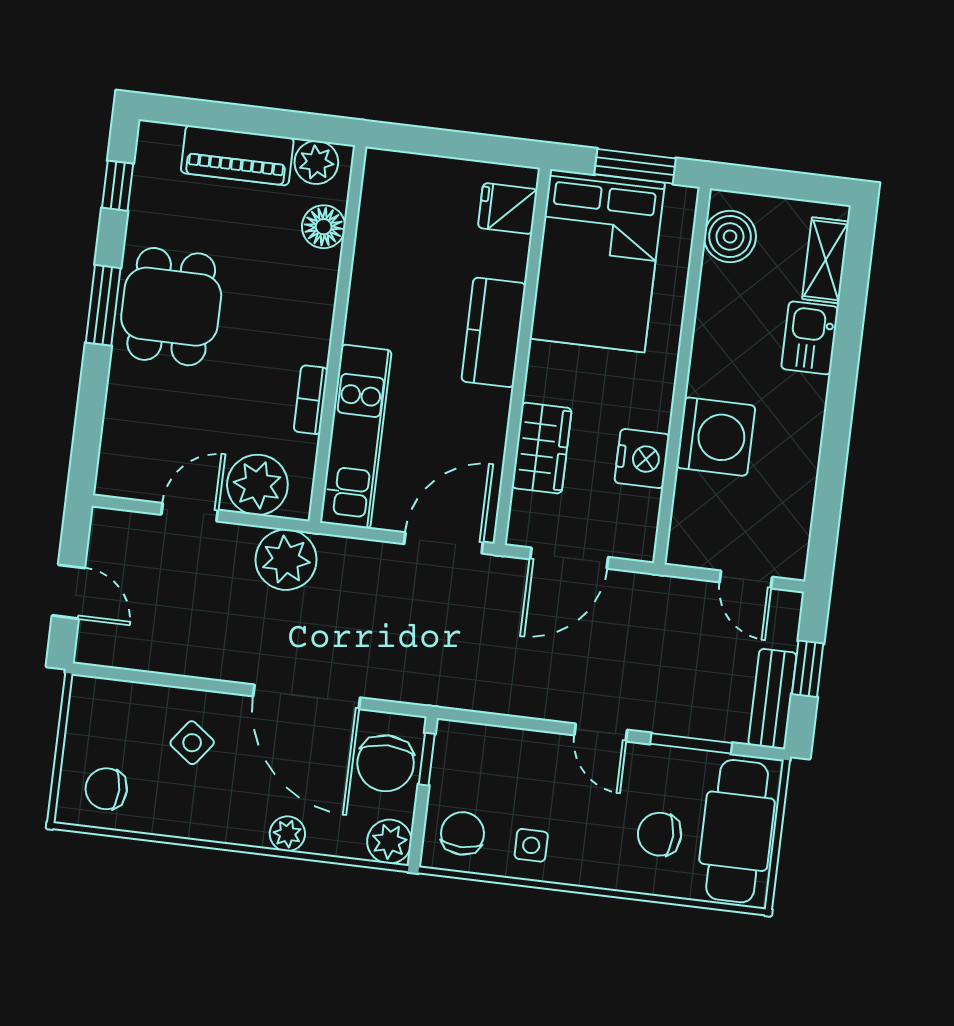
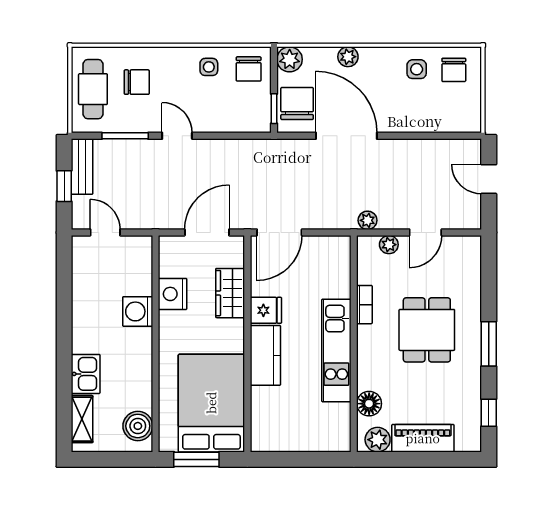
fridge: (508, 209) -> (266, 310), moved
dining table: (171, 307) -> (427, 330), moved
kitchen unit: (356, 437) -> (336, 350), moved
washing machine: (716, 437) -> (138, 311), width x0.73, depth x0.73
plant: (257, 485) -> (389, 245), width x0.53, depth x0.53
plant: (286, 560) -> (368, 220), width x0.53, depth x0.53
side table: (192, 743) -> (417, 69), moved, turned -37
chair: (106, 789) -> (454, 70), turned 90
cafe table: (737, 831) -> (93, 89), width x0.73, depth x0.74

